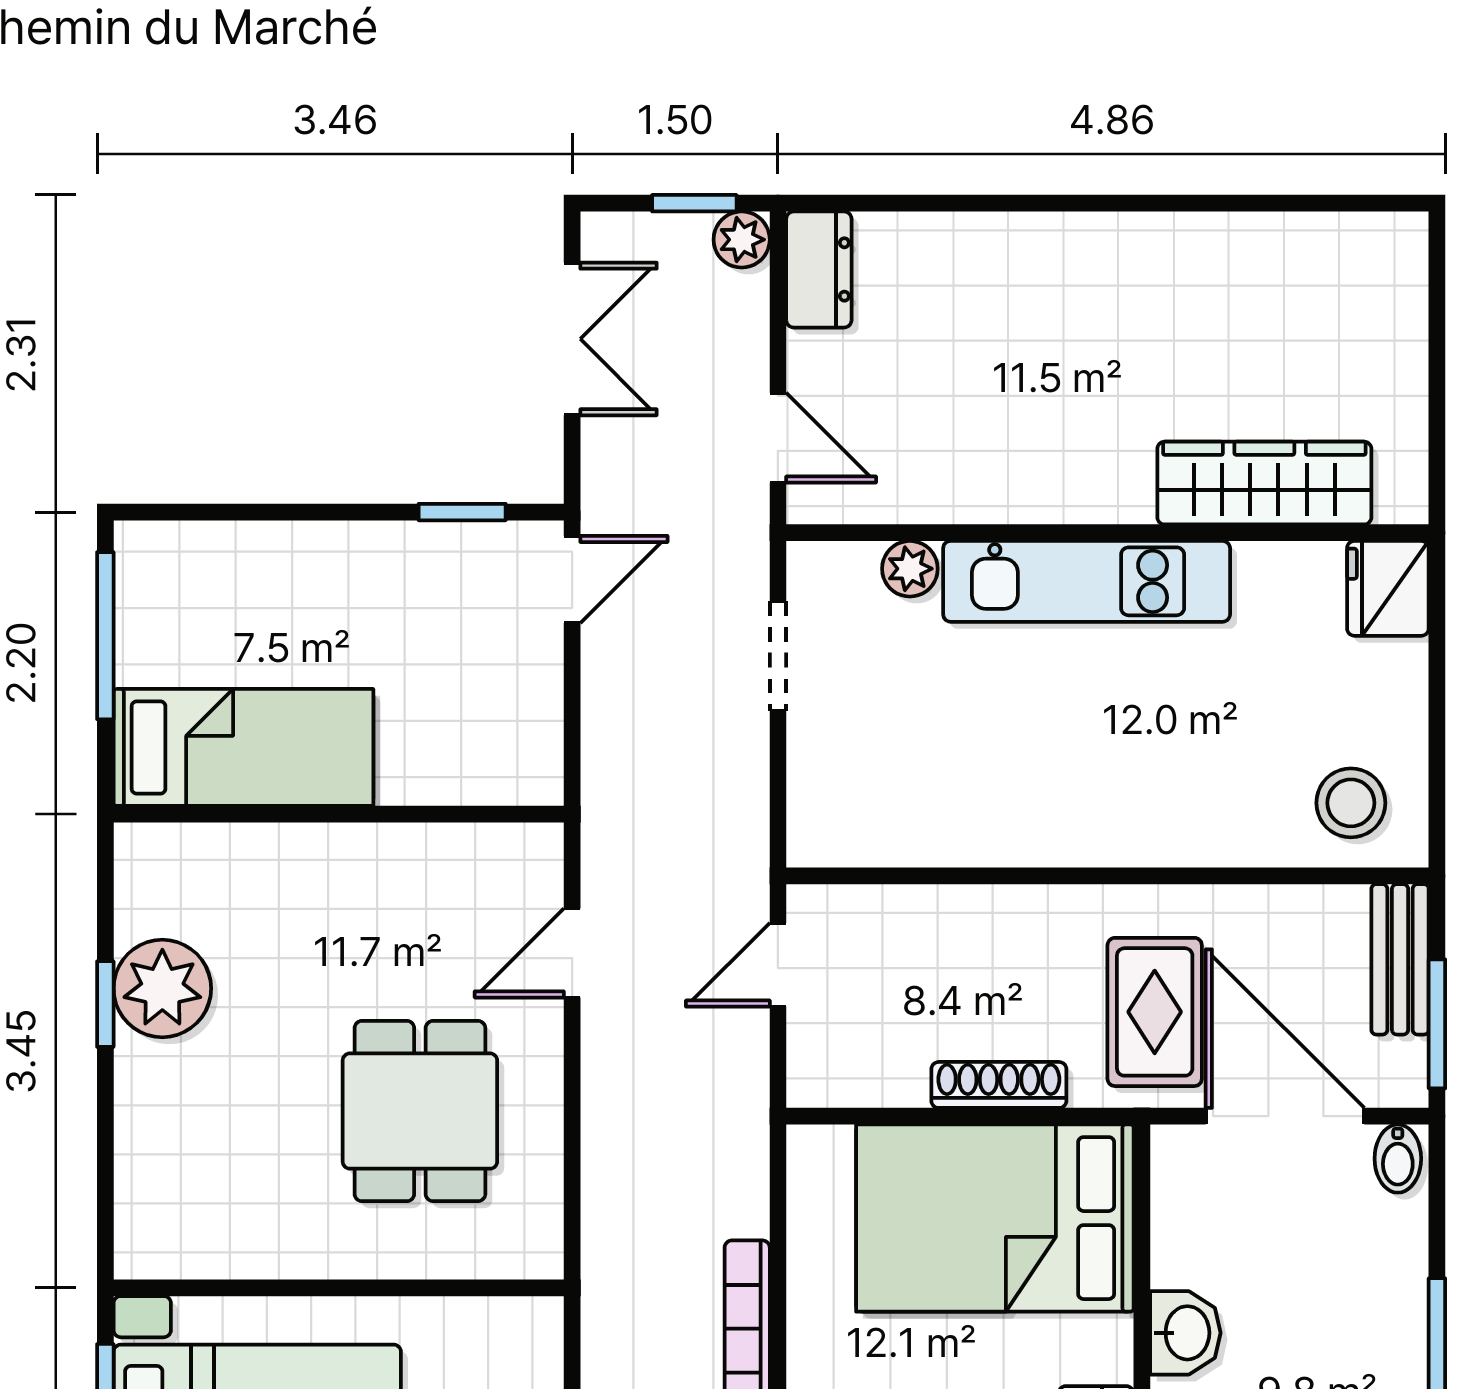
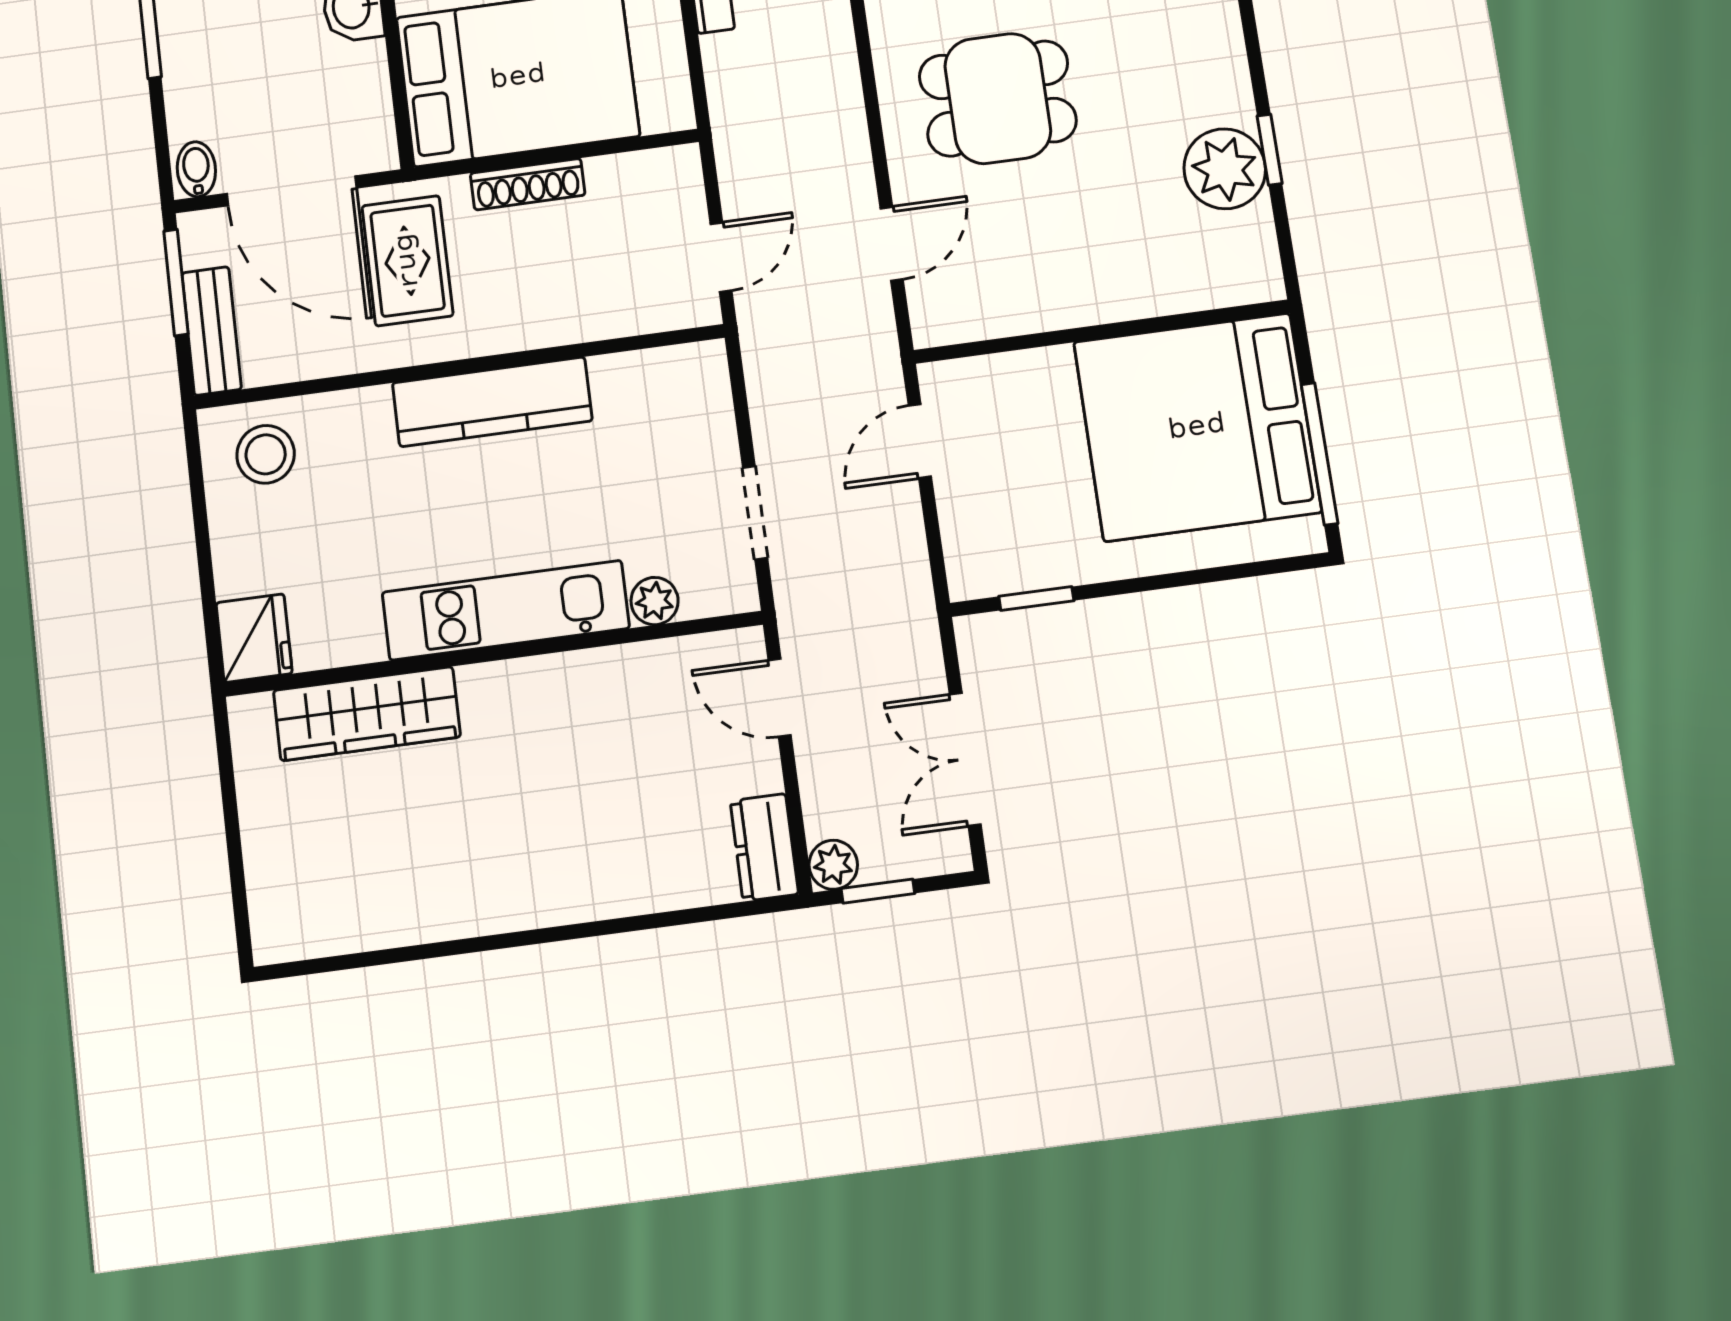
door: (572, 579) -> (920, 441), moved
bed: (243, 747) -> (1197, 427), width x2.04
kitchen counter: (1073, 829) -> (492, 402), added
dining table: (420, 1111) -> (998, 98), turned 90

